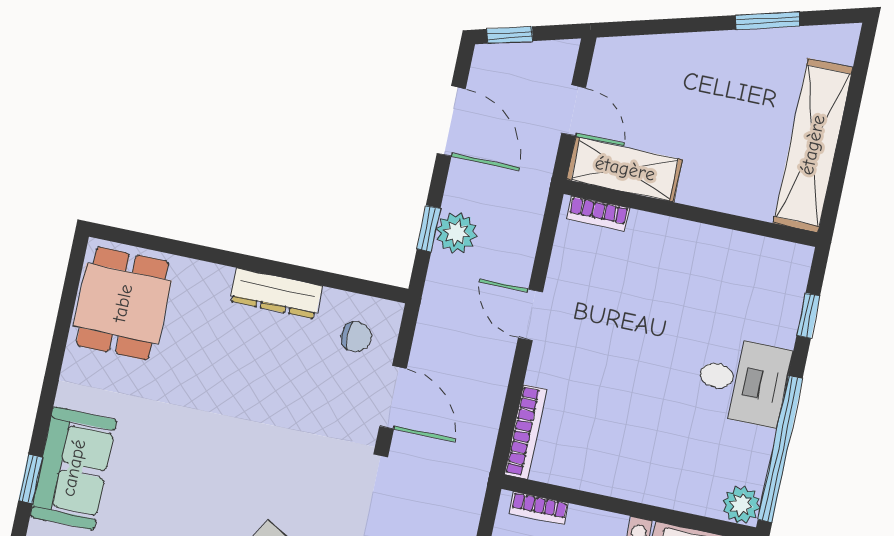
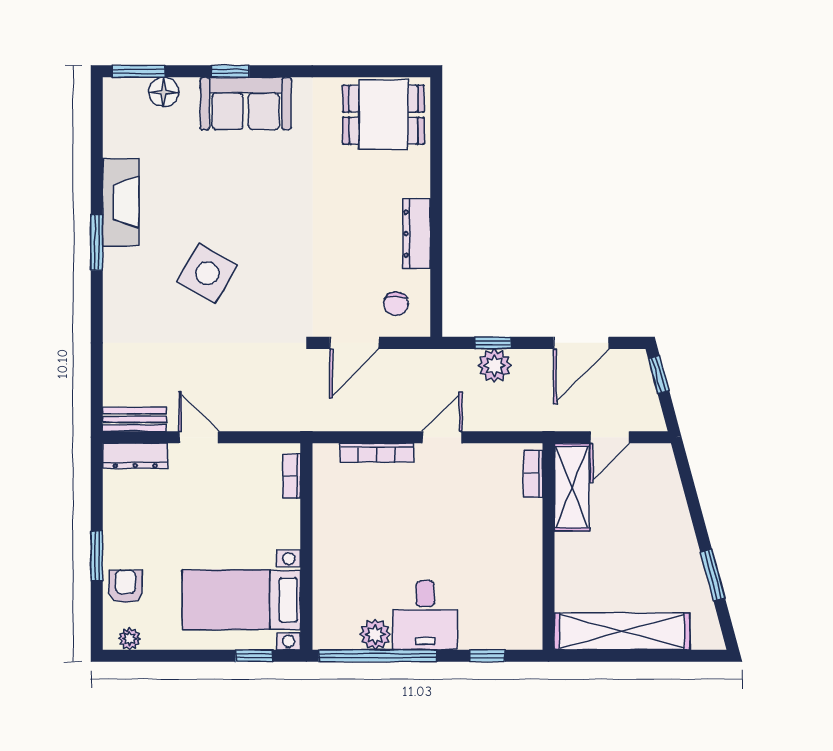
bookcase: (525, 432) -> (377, 453), moved
plant: (741, 505) -> (375, 634), moved

